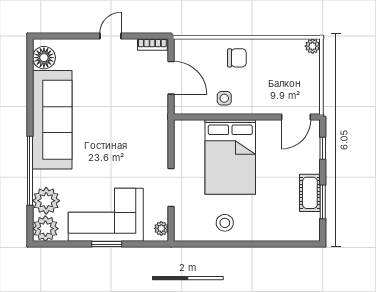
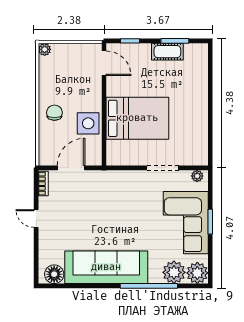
side table: (224, 98) -> (88, 123), width x1.87, depth x1.87
stool: (225, 223) -> (192, 123), removed

